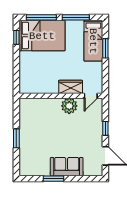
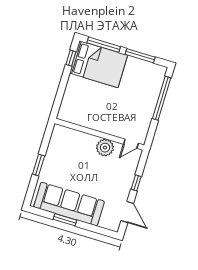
bed: (93, 41) -> (151, 86), removed
window: (105, 48) -> (162, 98), width x2.11
wardrobe: (71, 87) -> (113, 128), removed
sofa: (67, 167) -> (69, 204), width x1.85, depth x1.27

